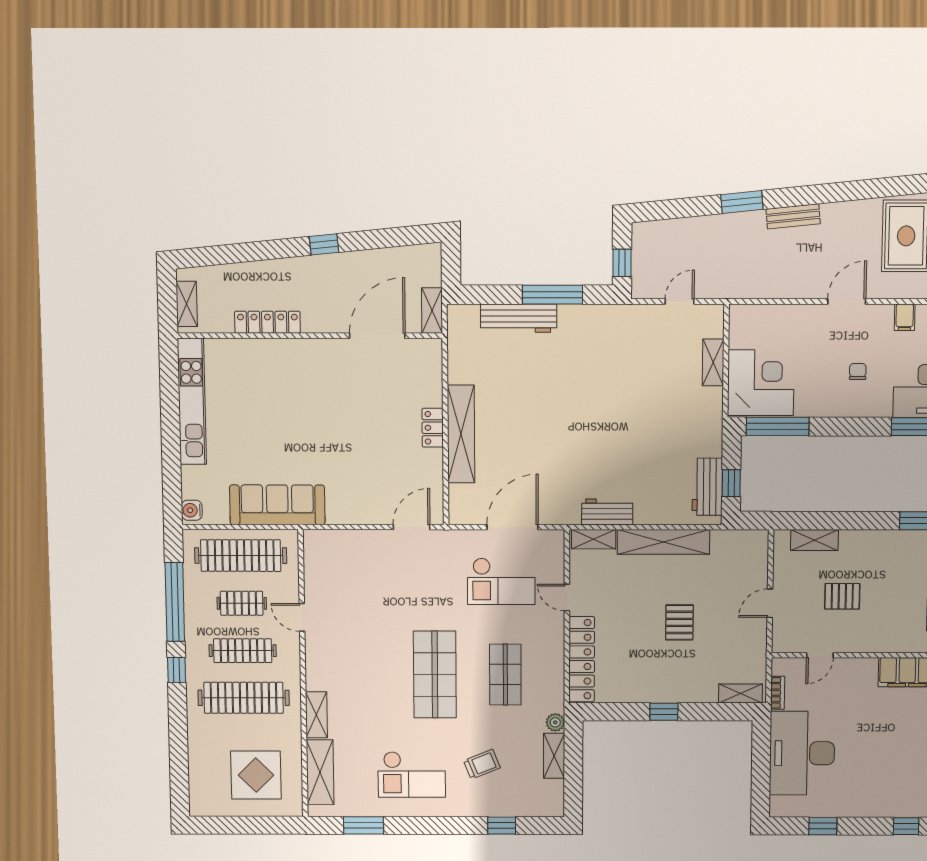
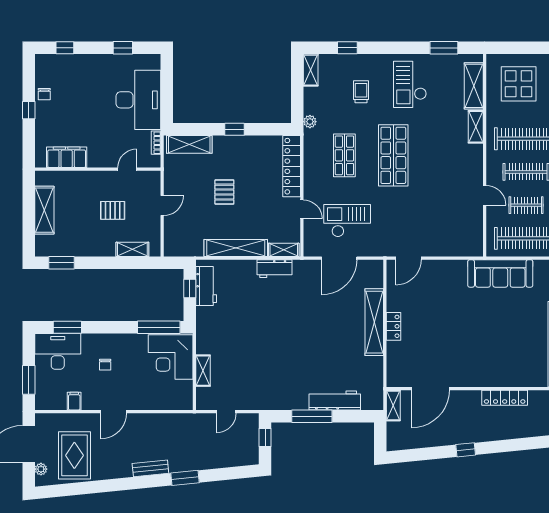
shelving: (740, 694) -> (189, 144), width x1.50, depth x1.33
shelving: (554, 756) -> (311, 70), moved
trolley: (482, 764) -> (361, 92), turned 112
checkout: (412, 774) -> (410, 84), turned -90

